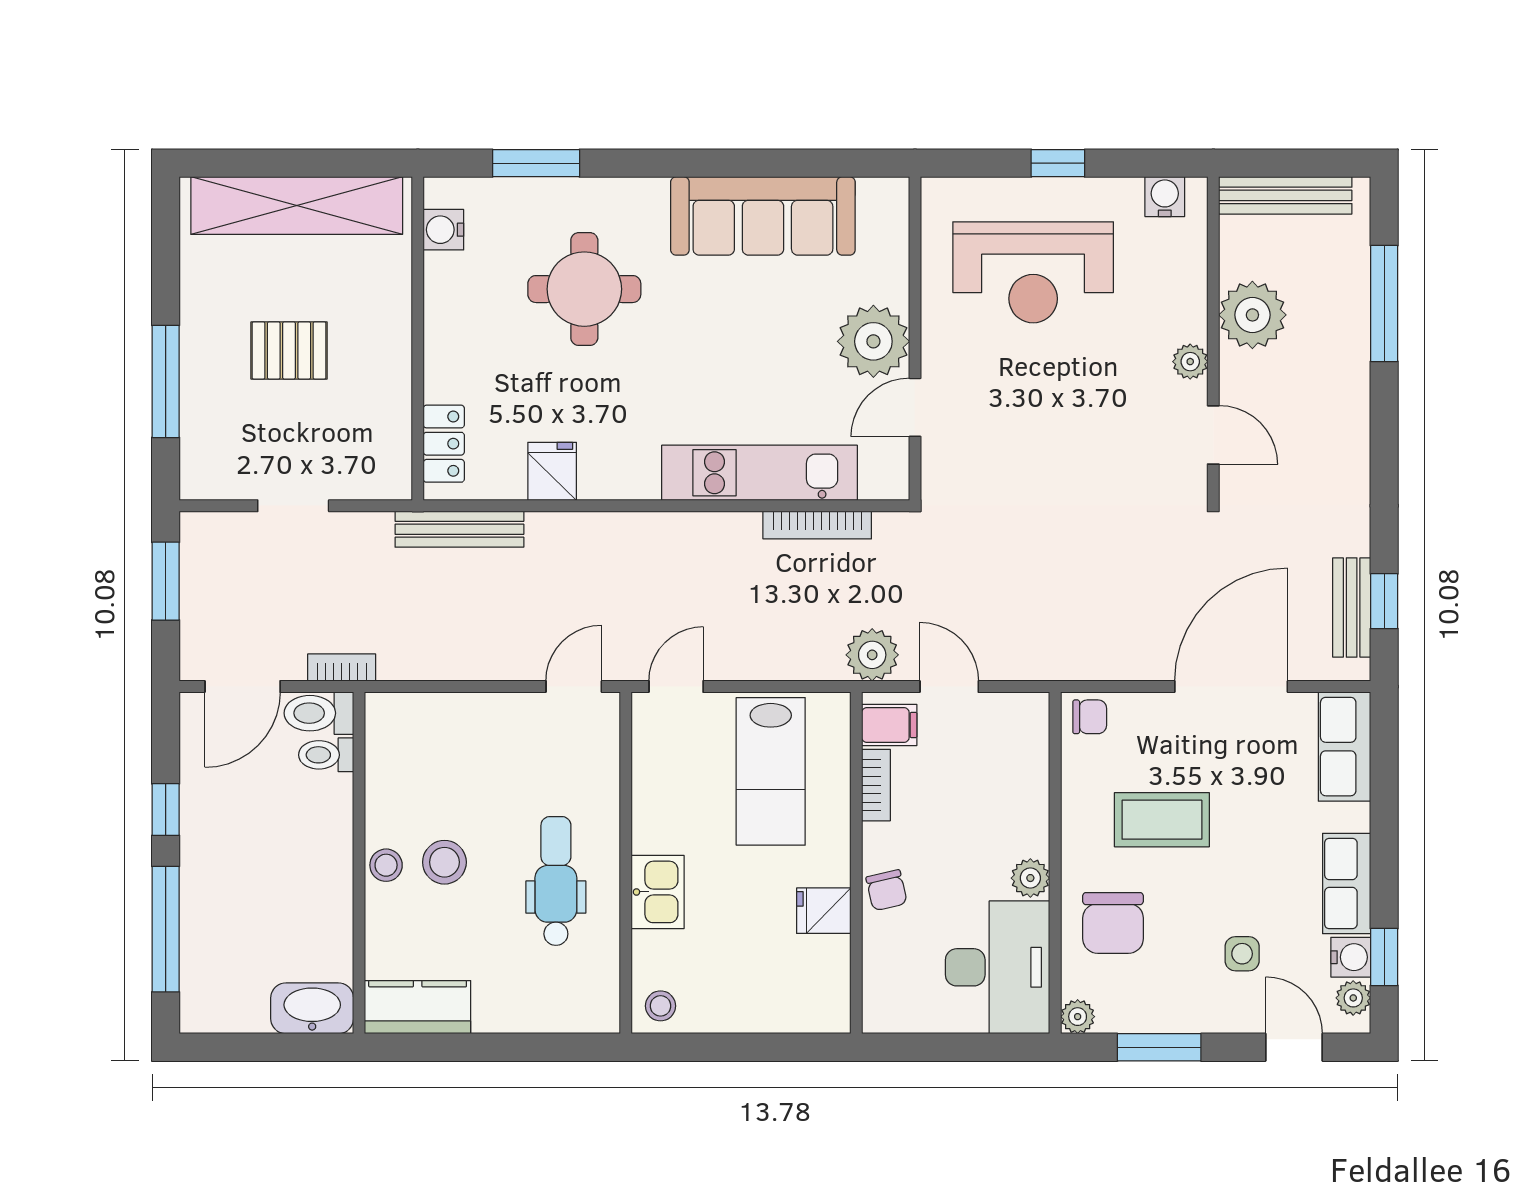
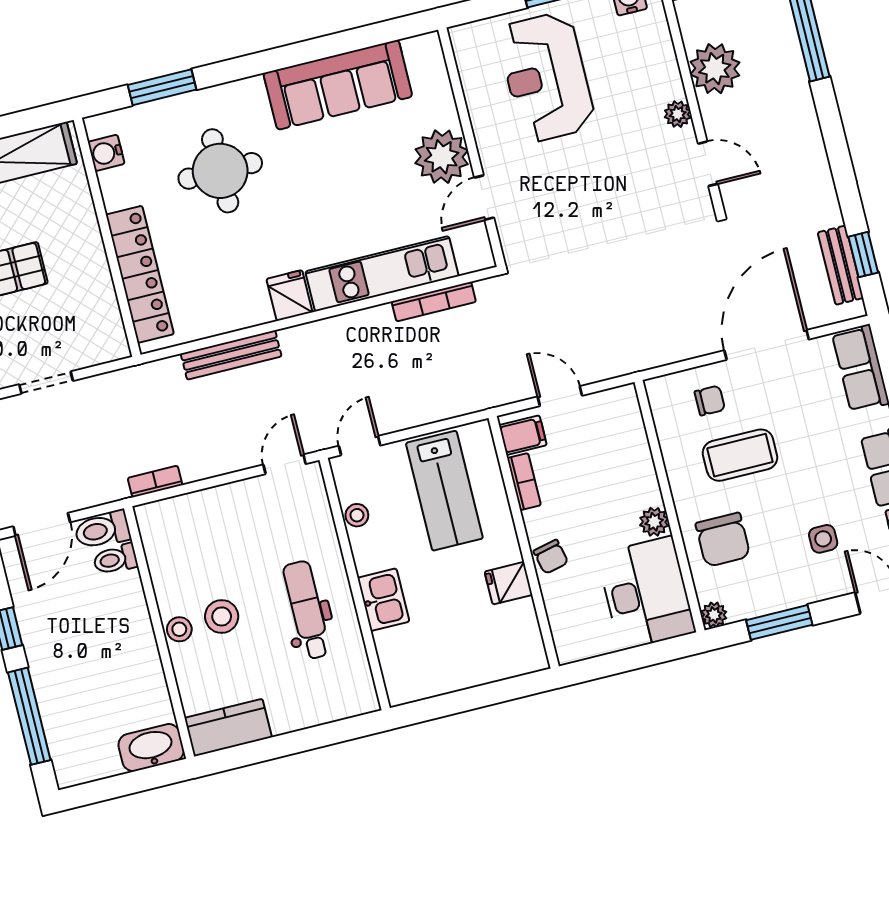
reception desk: (1033, 272) -> (546, 77), turned 90
locker: (444, 444) -> (140, 274), width x2.16, depth x1.21
fridge: (552, 471) -> (289, 296), moved
bench: (459, 529) -> (231, 355), moved
plant: (872, 655) -> (498, 387), removed
bookcase: (342, 668) -> (155, 481), moved
chair: (1090, 717) -> (710, 401), moved
stool: (661, 1006) -> (357, 515), moved

